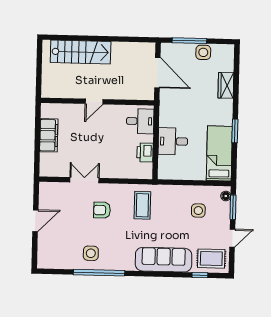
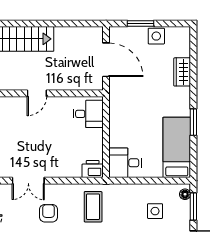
window: (189, 41) -> (141, 24), width x0.69
desk: (173, 141) -> (125, 163), moved
printer: (145, 152) -> (93, 169), moved, turned 90
double door: (84, 180) -> (28, 181), swing flipped
armchair: (102, 210) -> (49, 213), turned 90

